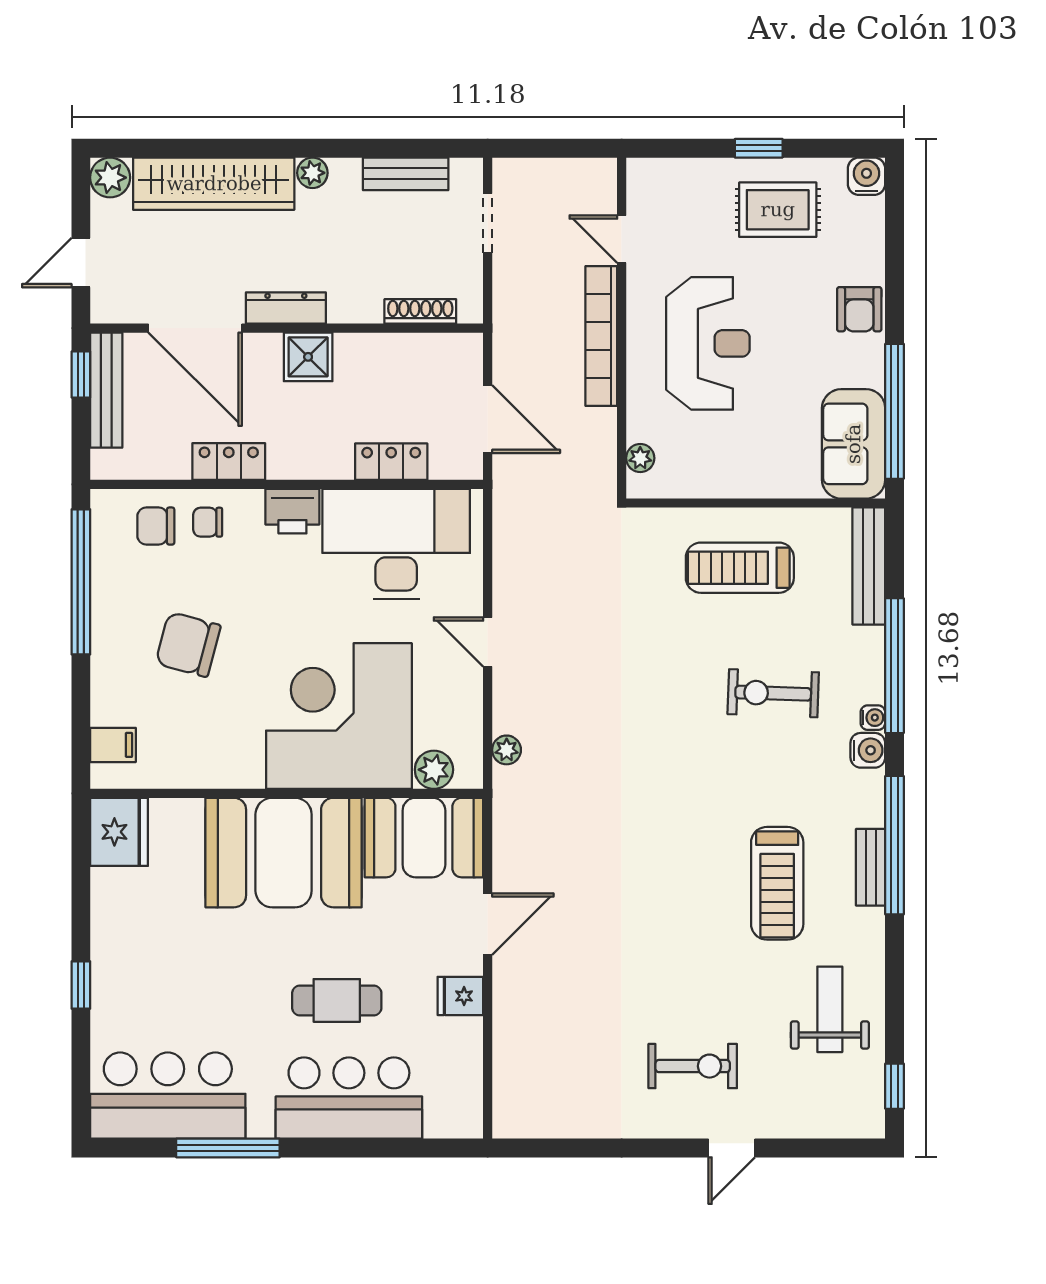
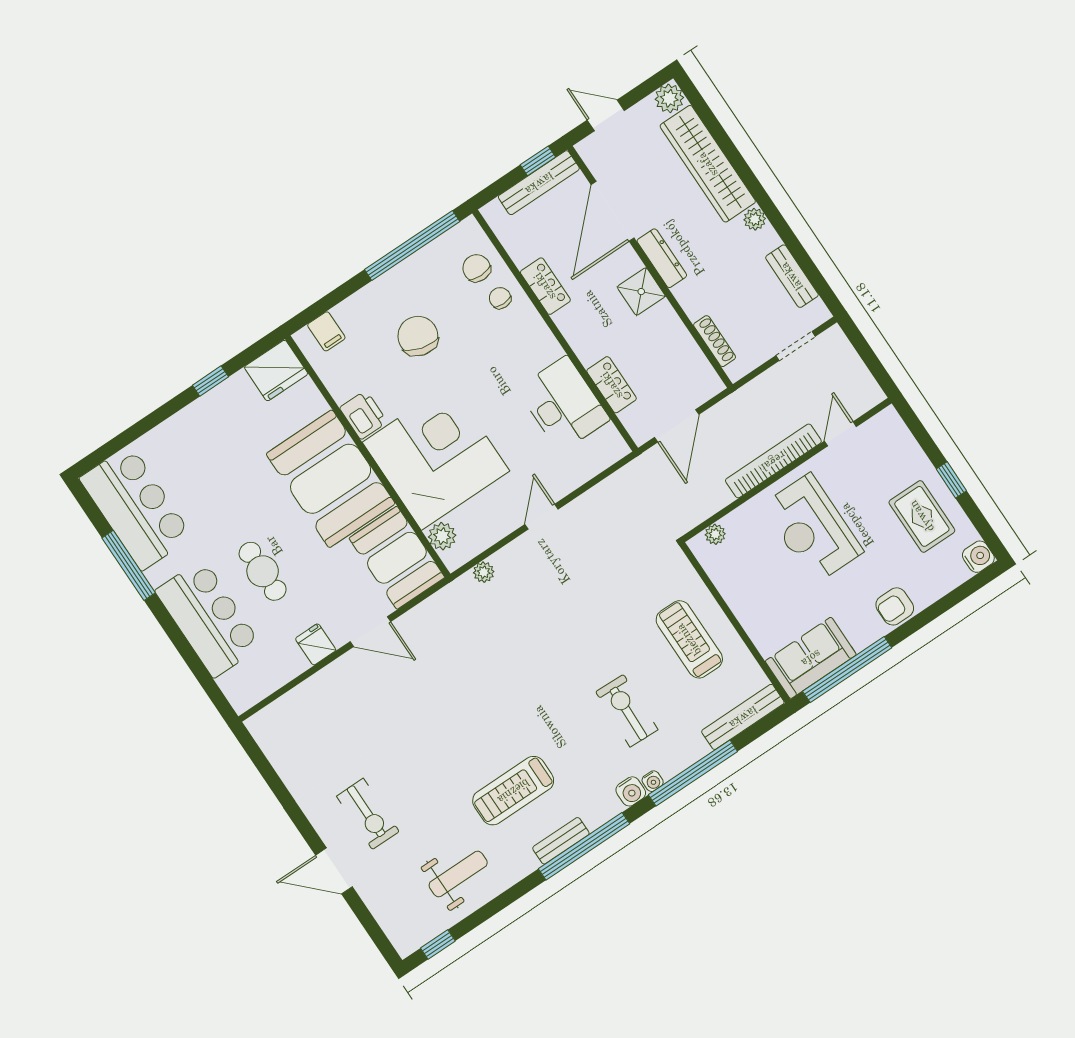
reception desk: (708, 343) -> (812, 529), turned 90
printer: (292, 511) -> (363, 415), moved, turned 180
desk: (396, 544) -> (563, 404), width x0.73, depth x0.77
window: (81, 985) -> (210, 381), moved
door: (732, 1148) -> (334, 871), width x1.38

